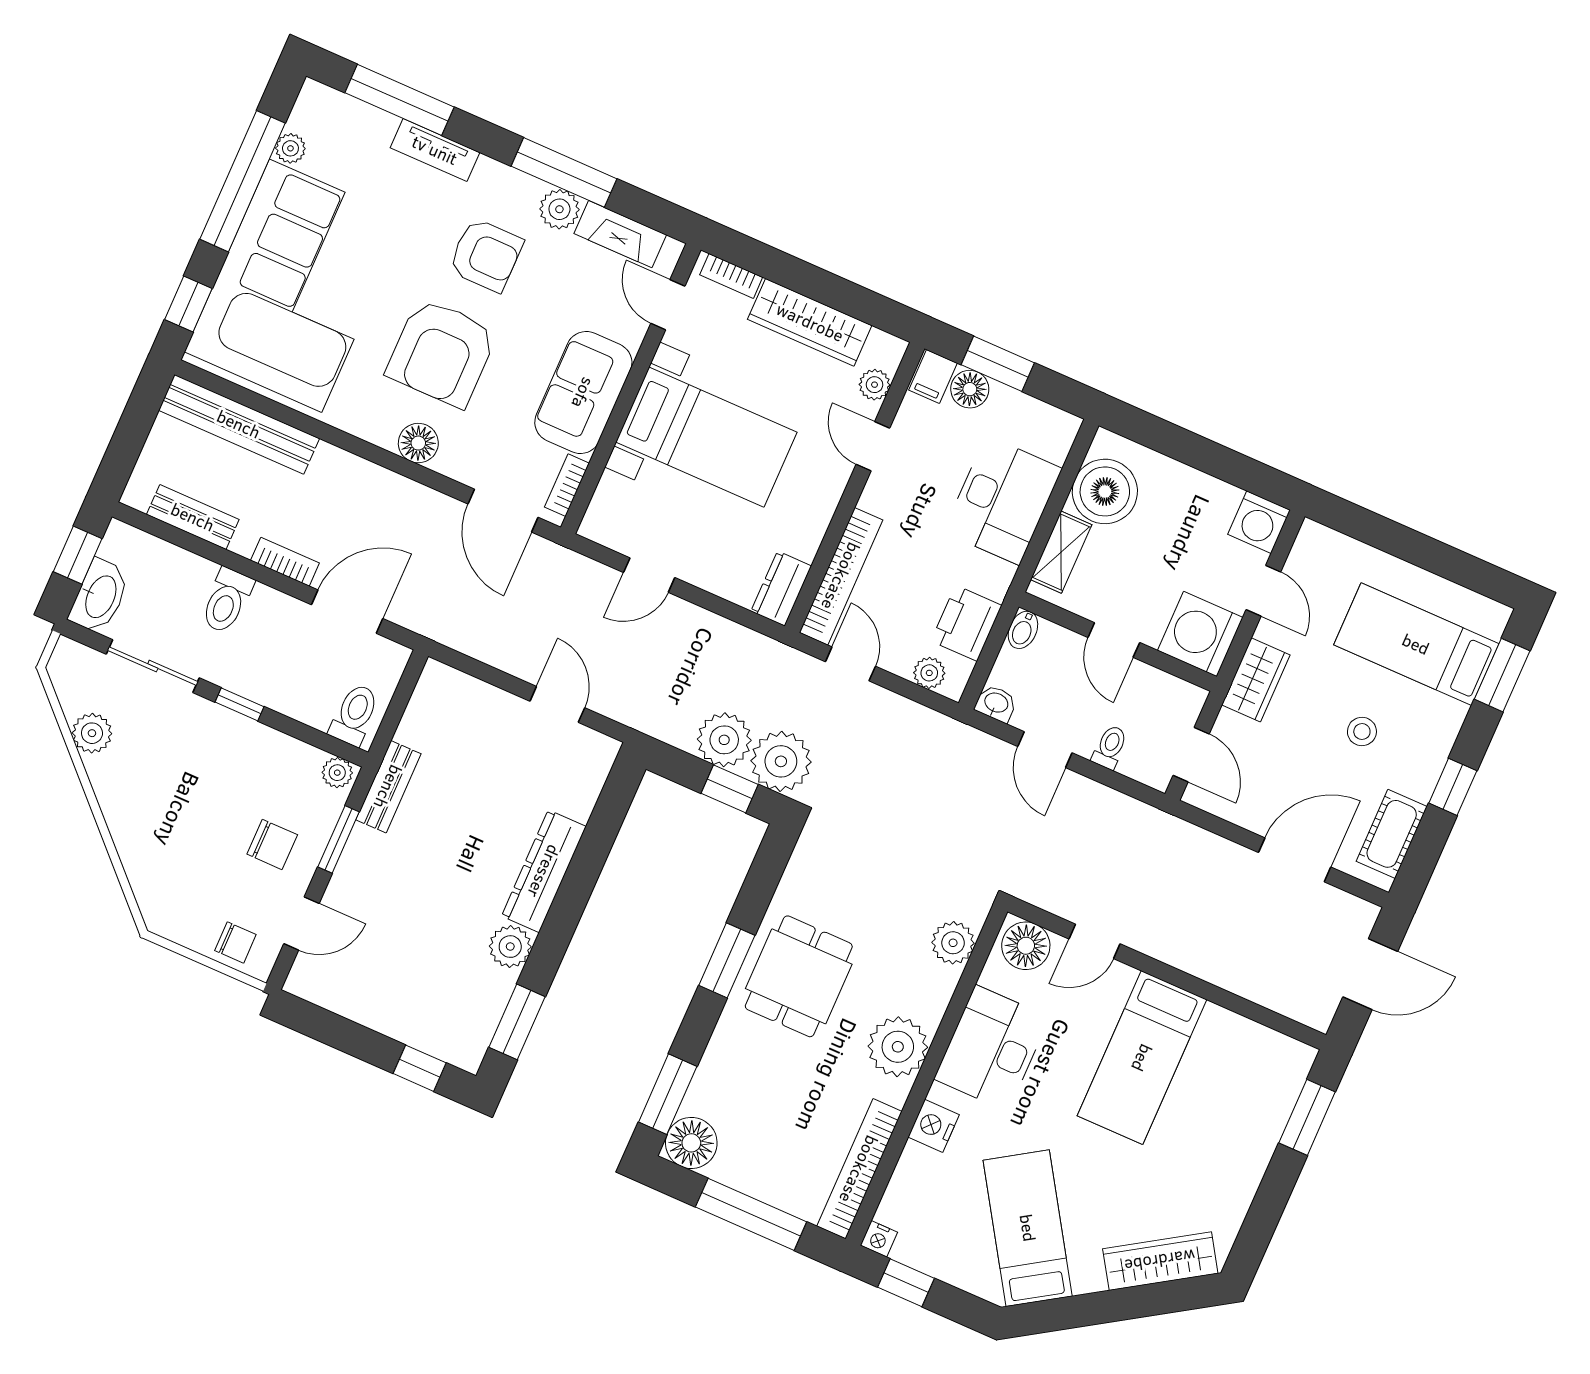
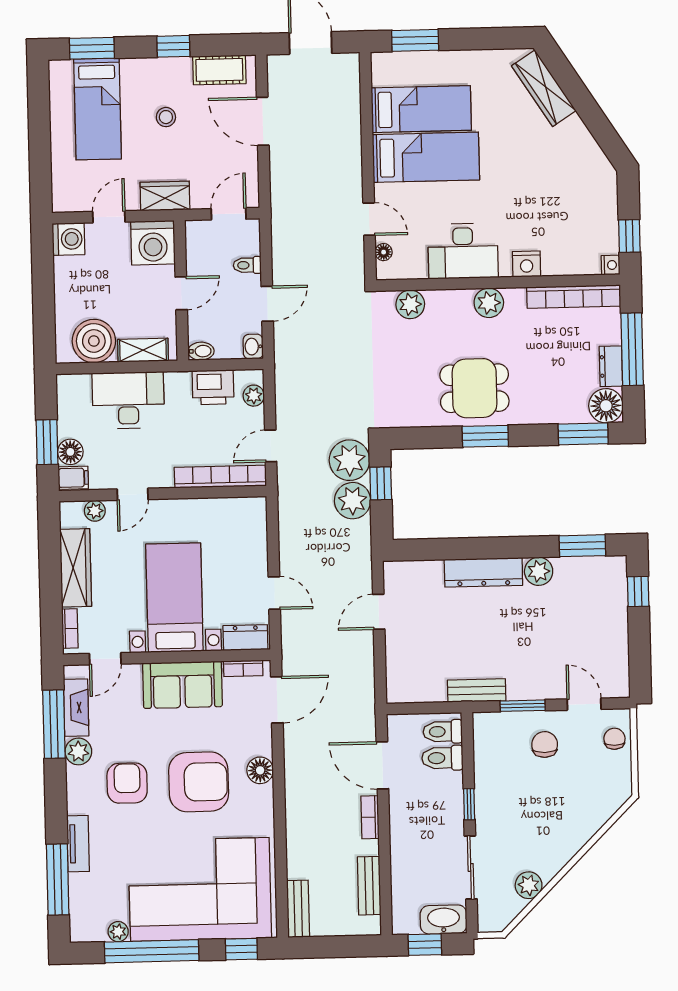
window: (564, 172) -> (54, 724), moved
bench: (239, 424) -> (298, 909), width x0.54, depth x0.82
dresser: (781, 589) -> (245, 638), moved, turned 180
toilet: (227, 601) -> (442, 758), moved, turned 180
plant: (337, 773) -> (483, 725), removed
floor lamp: (1026, 946) -> (384, 252), width x0.53, depth x0.53
plant: (898, 1047) -> (489, 303), width x0.73, depth x0.73
dresser: (742, 1175) -> (611, 366), added
bed: (1028, 1228) -> (421, 109), moved, turned -147

